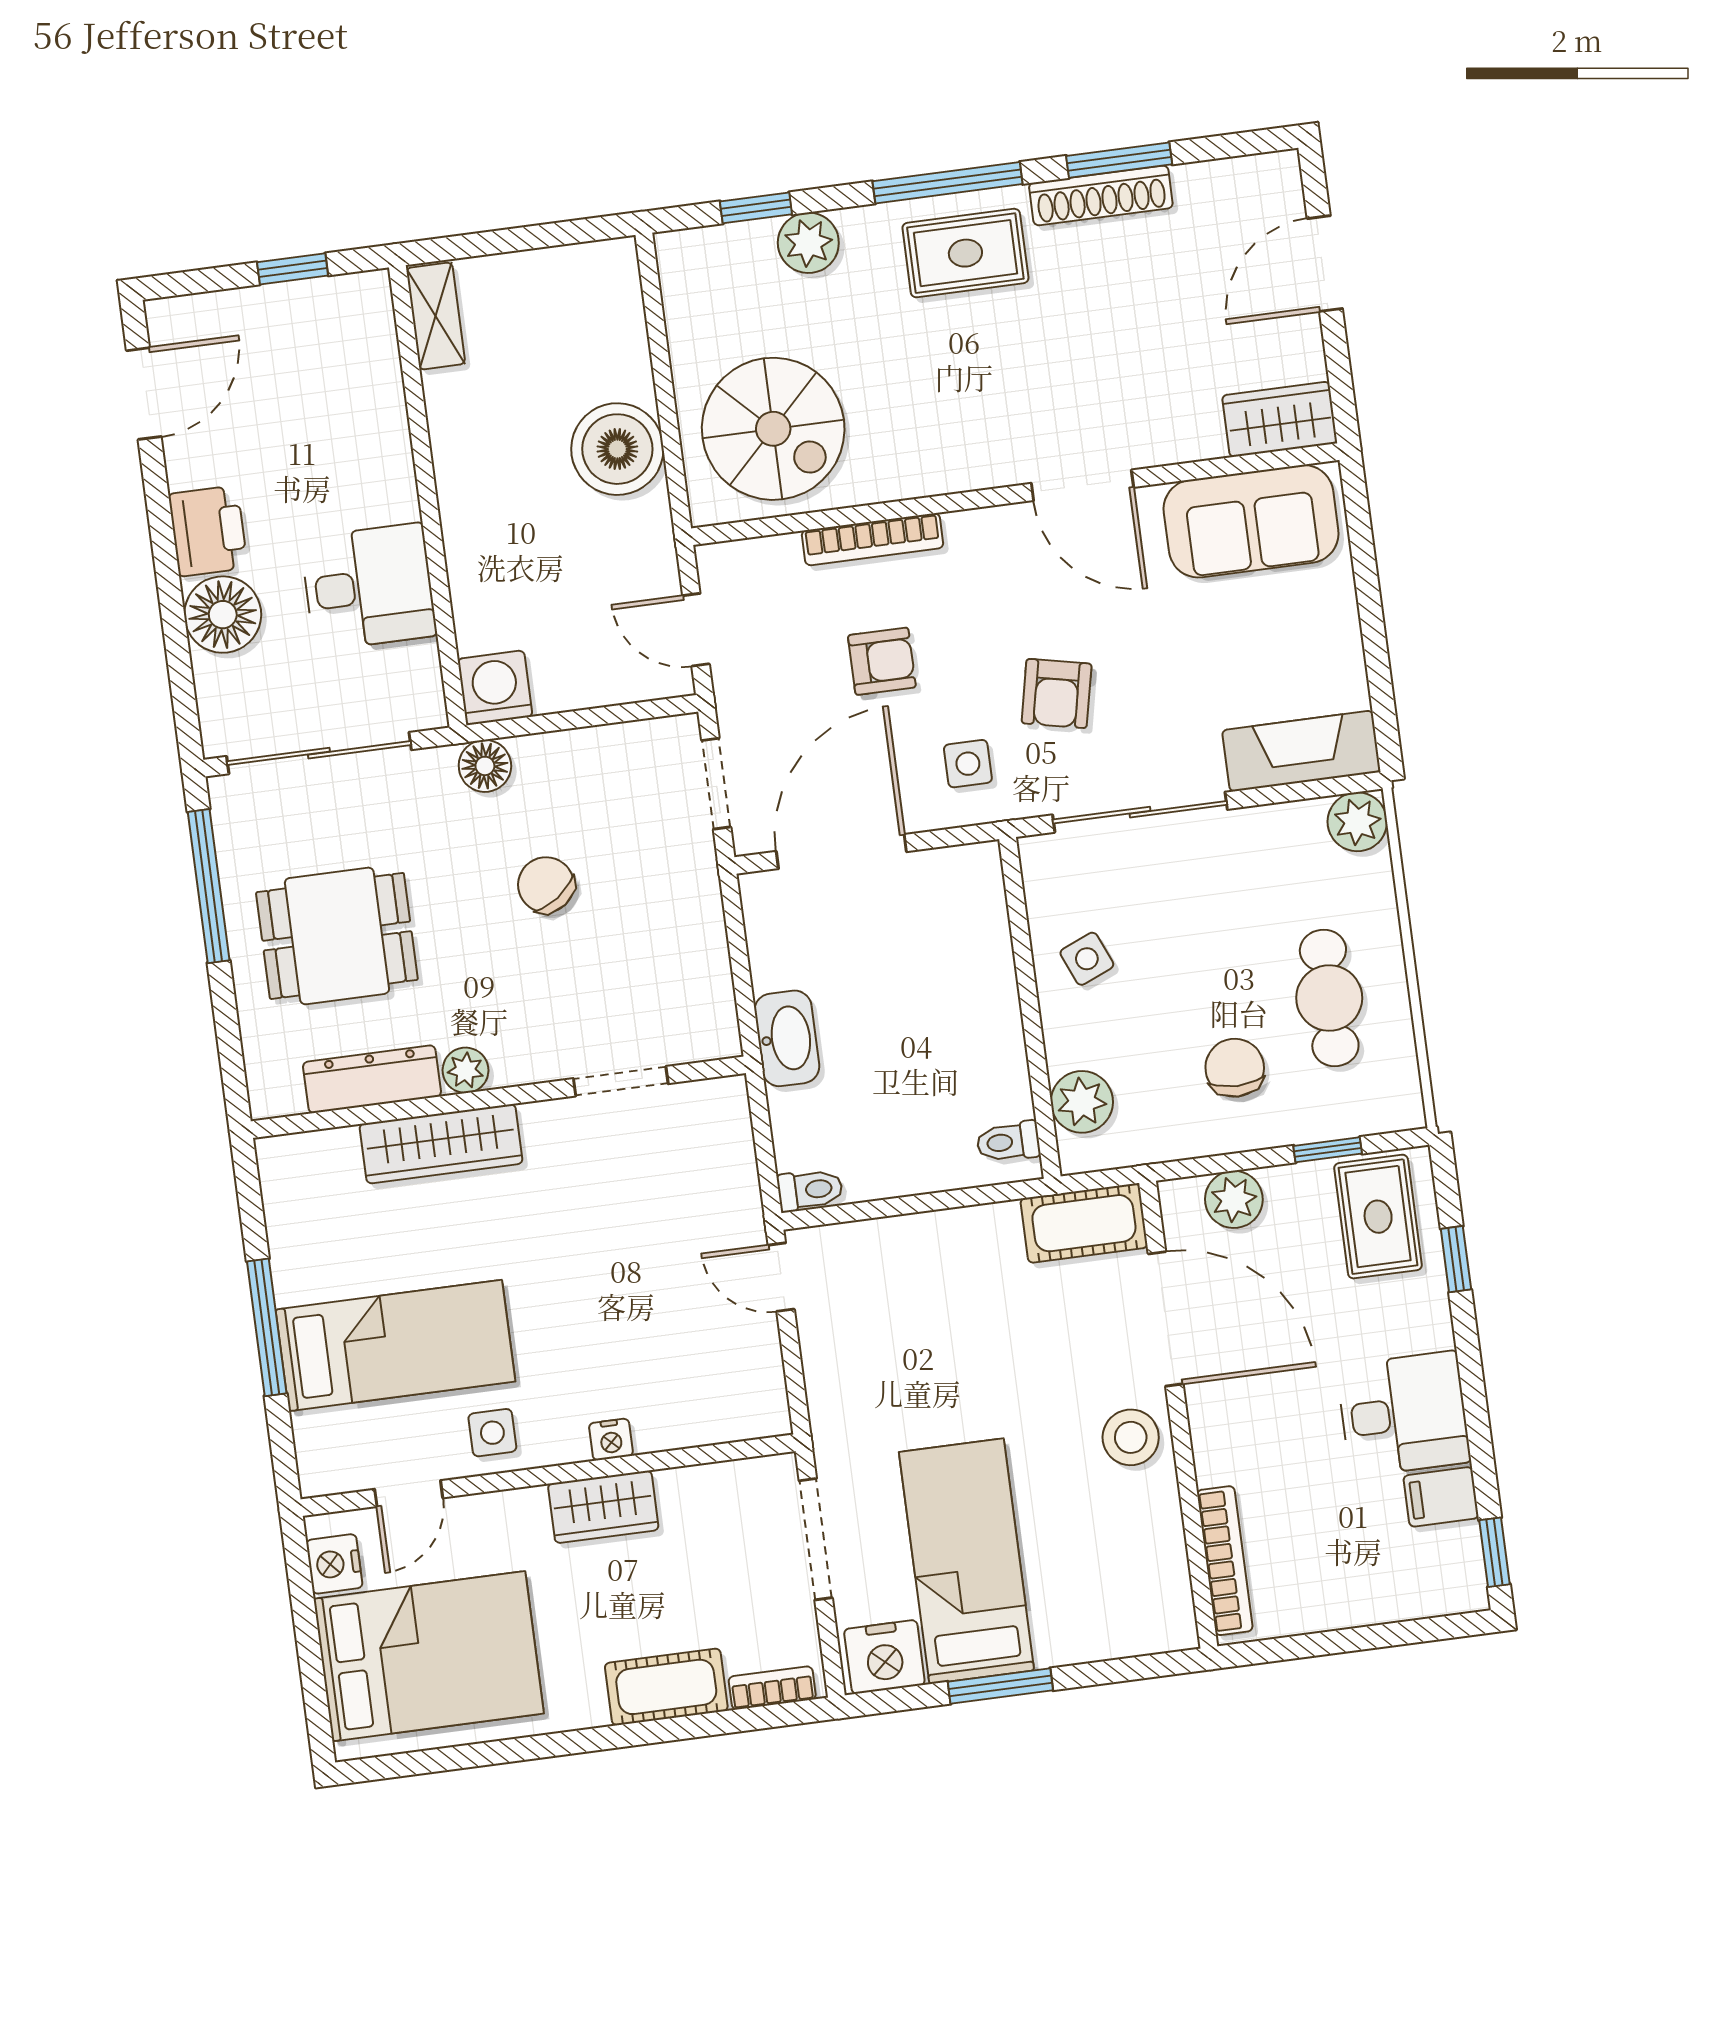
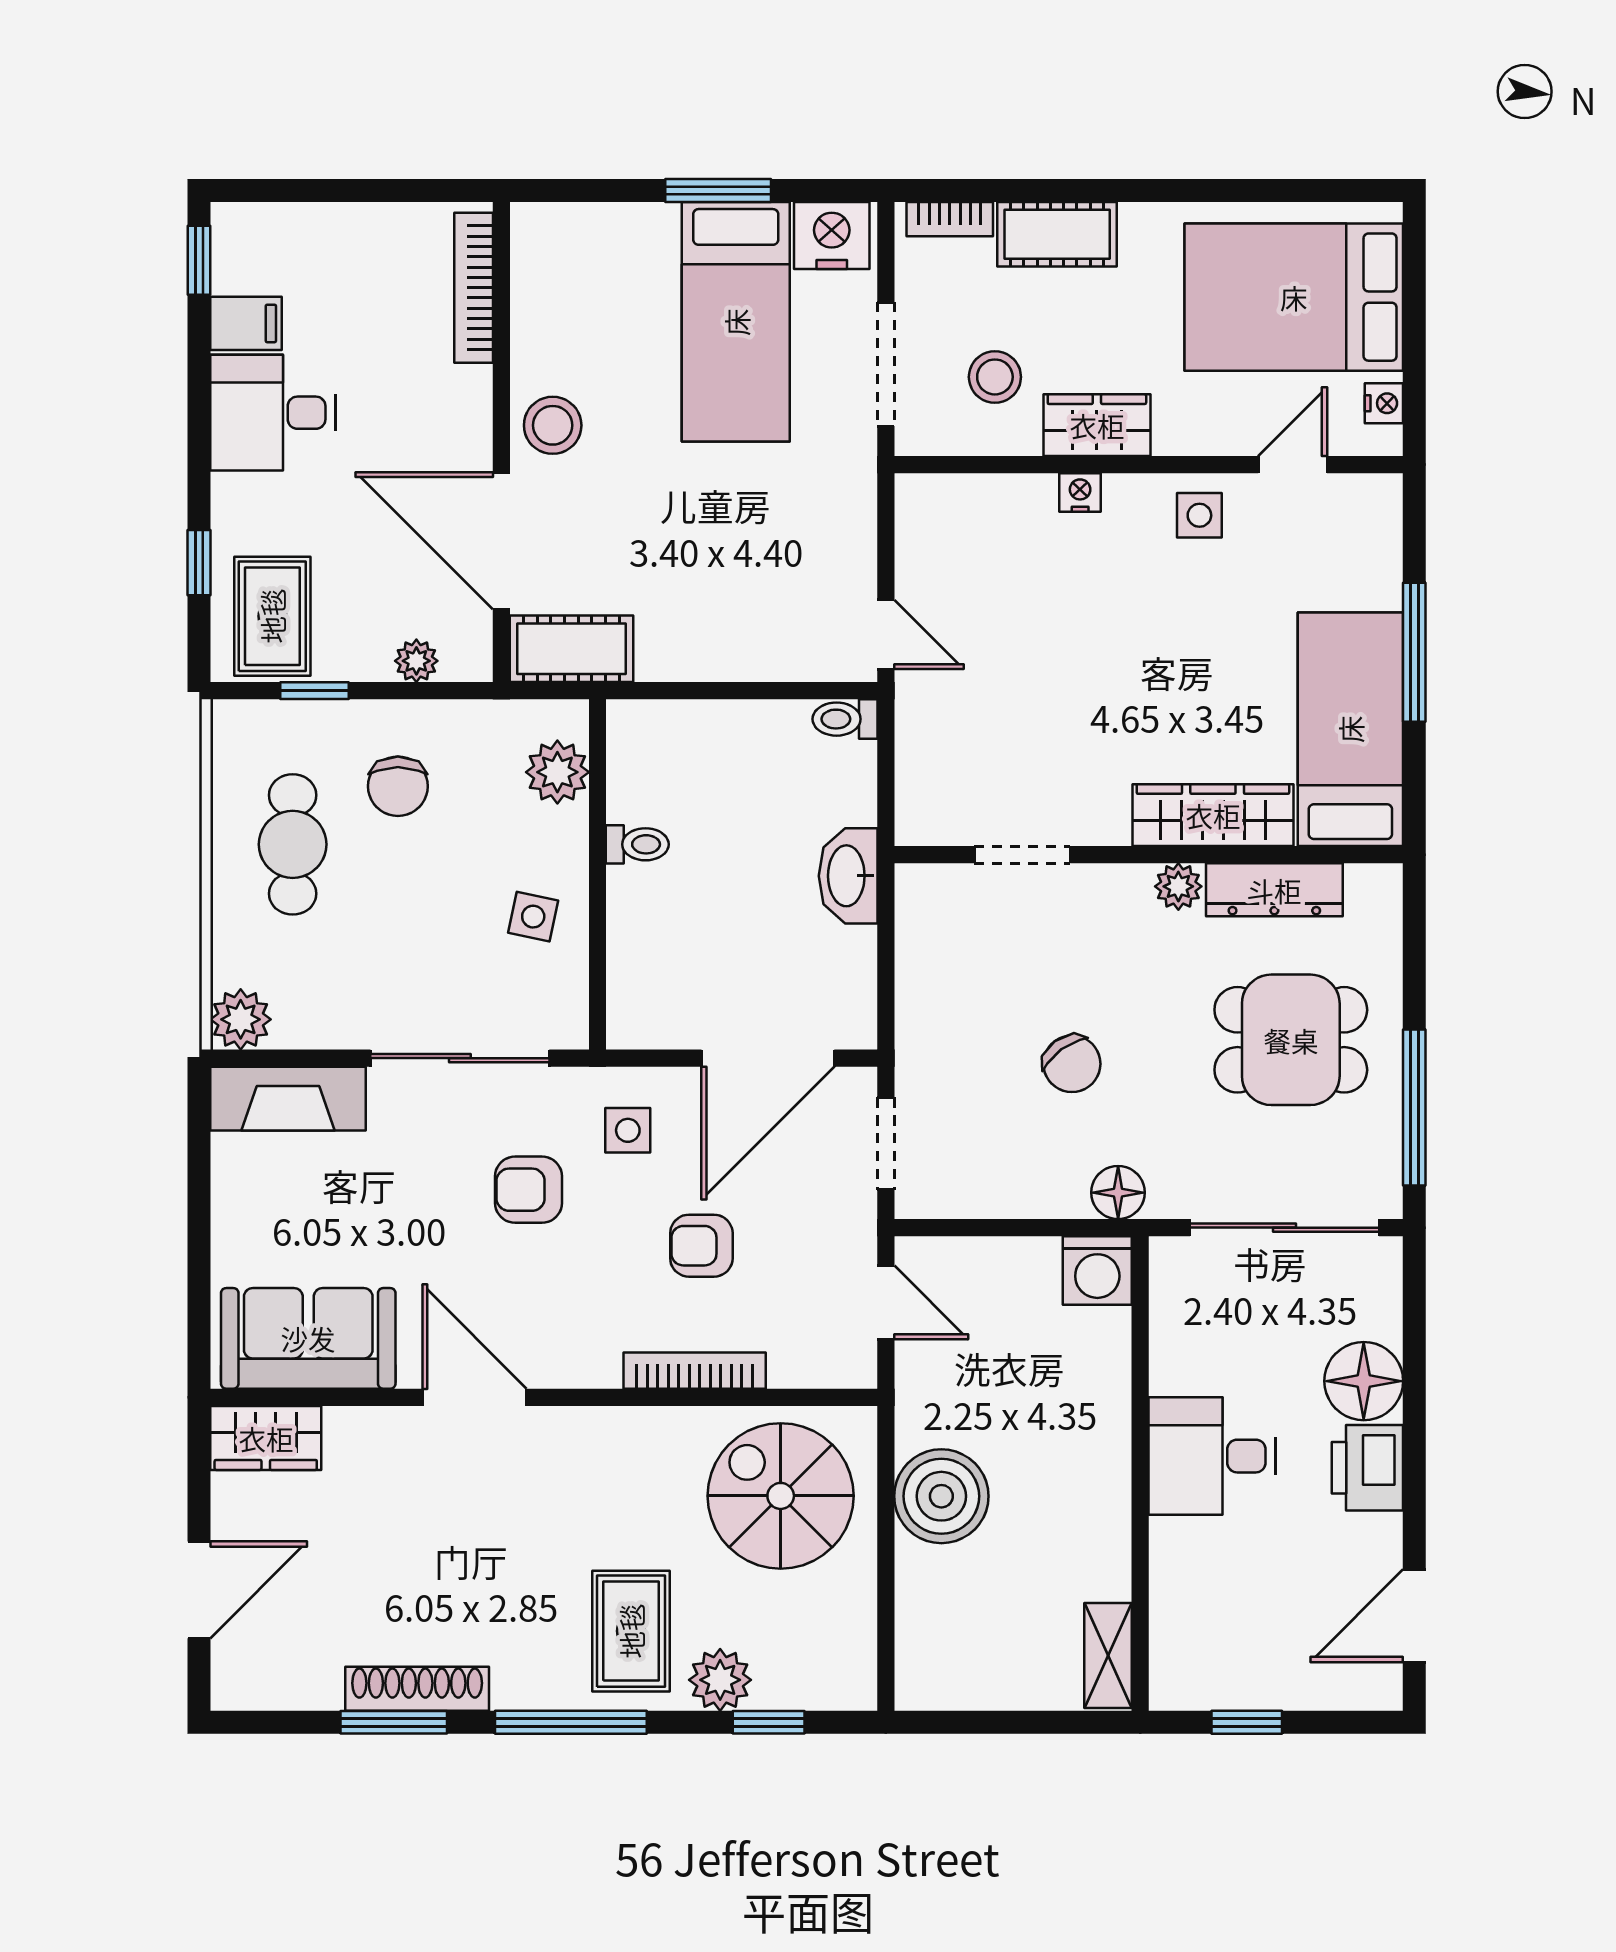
rug: (965, 253) -> (631, 1631), moved, turned 90
desk: (369, 587) -> (1212, 1456), moved
armchair: (1057, 693) -> (529, 1190), turned -102
side table: (1087, 959) -> (533, 917), turned 35
toilet: (1008, 1142) -> (637, 844), moved
plant: (1234, 1199) -> (416, 661), width x0.73, depth x0.73
bed: (395, 1345) -> (1350, 729), moved, turned 90
stool: (708, 1541) -> (995, 377), added
nightstand: (334, 1564) -> (1384, 403), width x0.72, depth x0.74

